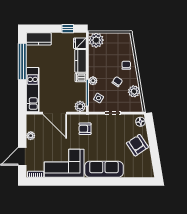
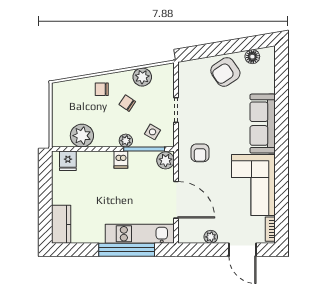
window: (68, 29) -> (45, 180), removed
plant: (96, 40) -> (82, 136), moved
kitchen counter: (81, 61) -> (95, 160), removed
window: (22, 62) -> (127, 250), moved
door: (55, 113) -> (176, 200), hinge flipped
floor lamp: (140, 122) -> (252, 57), moved

